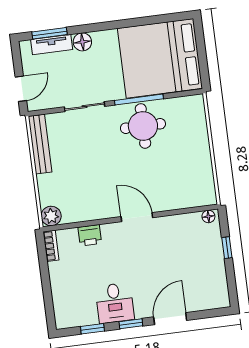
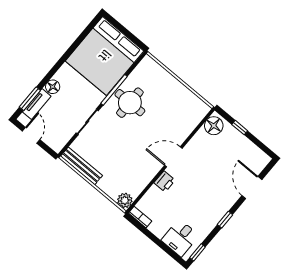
door: (21, 89) -> (31, 135), moved
floor lamp: (208, 216) -> (214, 126), width x1.89, depth x1.89
printer: (90, 235) -> (165, 181), moved
desk: (115, 303) -> (180, 238), moved, turned 90
door: (170, 319) -> (252, 188), moved
window: (92, 329) -> (198, 252), moved

